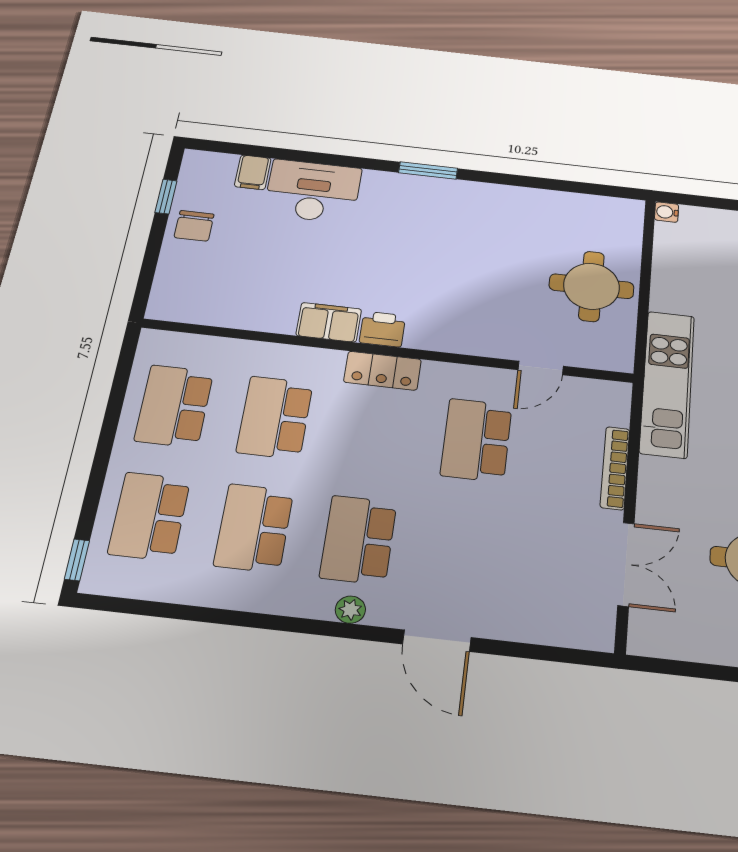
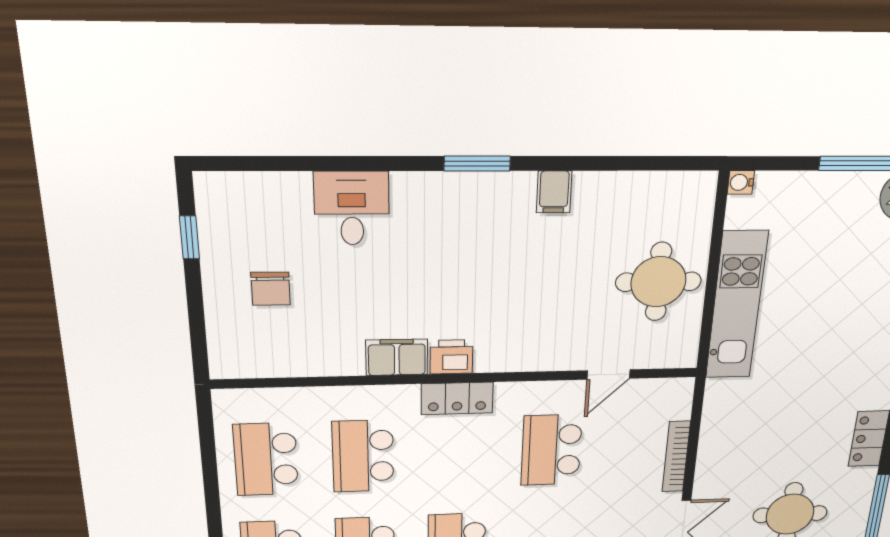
filing cabinet: (253, 172) -> (554, 192), moved
desk: (313, 191) -> (352, 208), width x0.73
chair: (194, 226) -> (271, 289), moved
kitchen unit: (667, 384) -> (736, 306), moved

